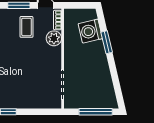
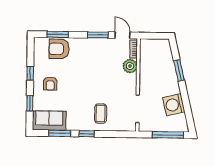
coffee table: (26, 27) -> (101, 113), moved
washing machine: (90, 31) -> (174, 105), moved

